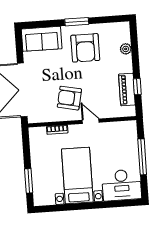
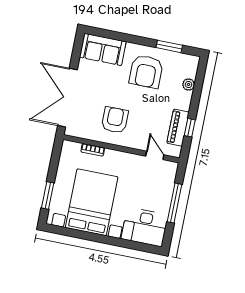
window: (77, 22) -> (169, 46), moved
armchair: (69, 98) -> (115, 120), turned 78
door: (91, 121) -> (155, 155), moved
bed with nightstands: (77, 176) -> (92, 202), width x1.36

